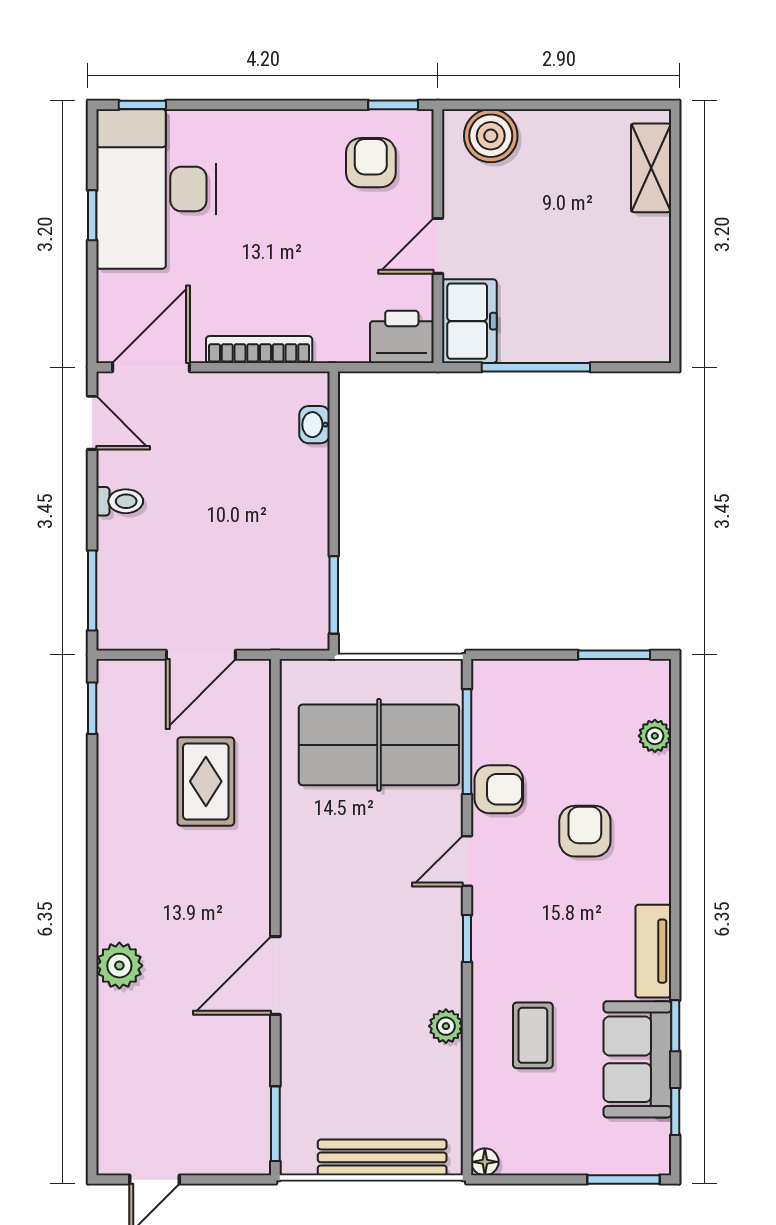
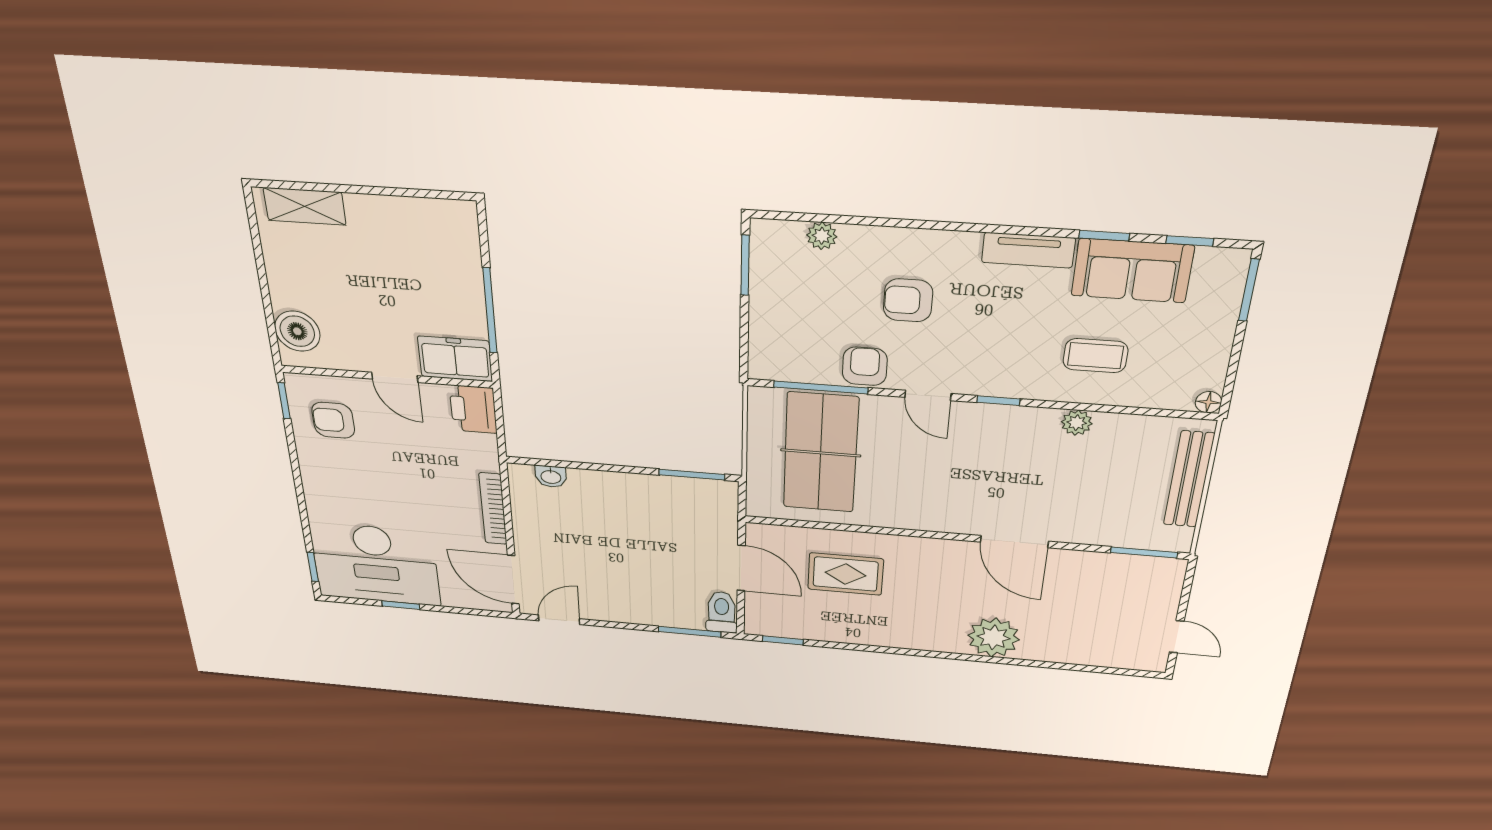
toilet: (120, 501) -> (722, 612), moved, width x1.37, depth x1.39
plant: (119, 966) -> (994, 637), width x1.36, depth x1.36

